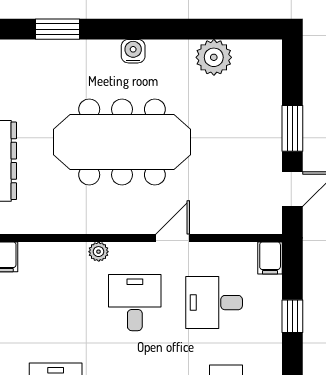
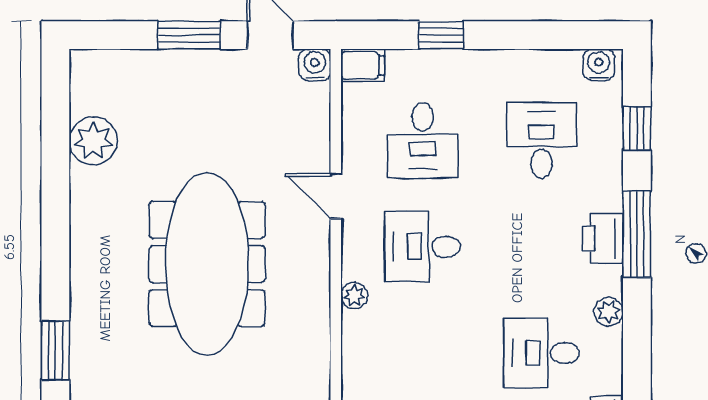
water cooler: (133, 51) -> (315, 65), moved, turned 90

